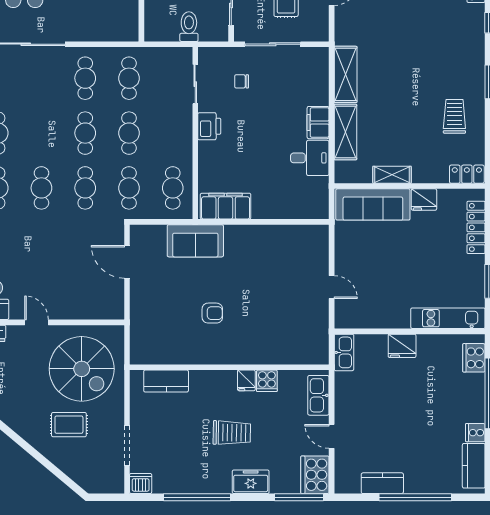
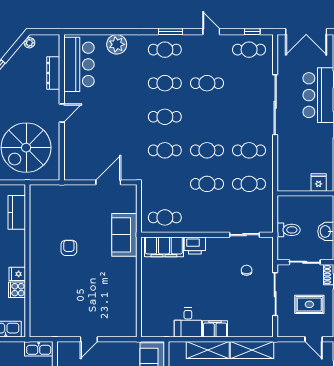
printer: (209, 126) -> (195, 245), moved
cafe table: (129, 188) -> (165, 184), removed
filing cabinet: (226, 206) -> (164, 247), moved, turned 90
armchair: (212, 313) -> (69, 248), turned 180

